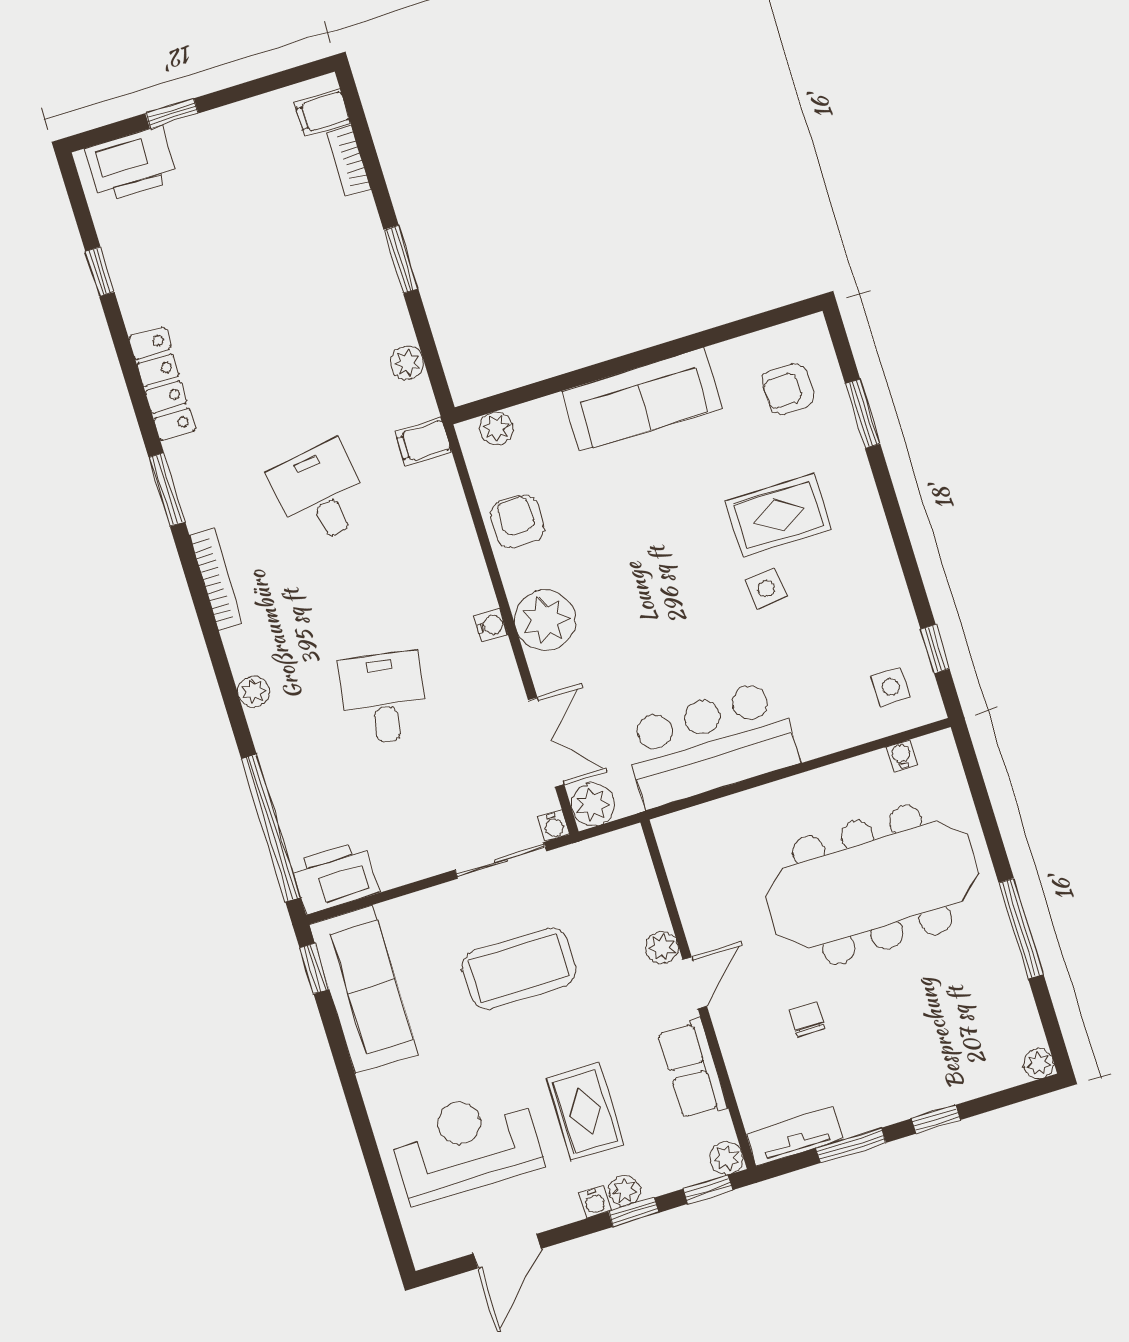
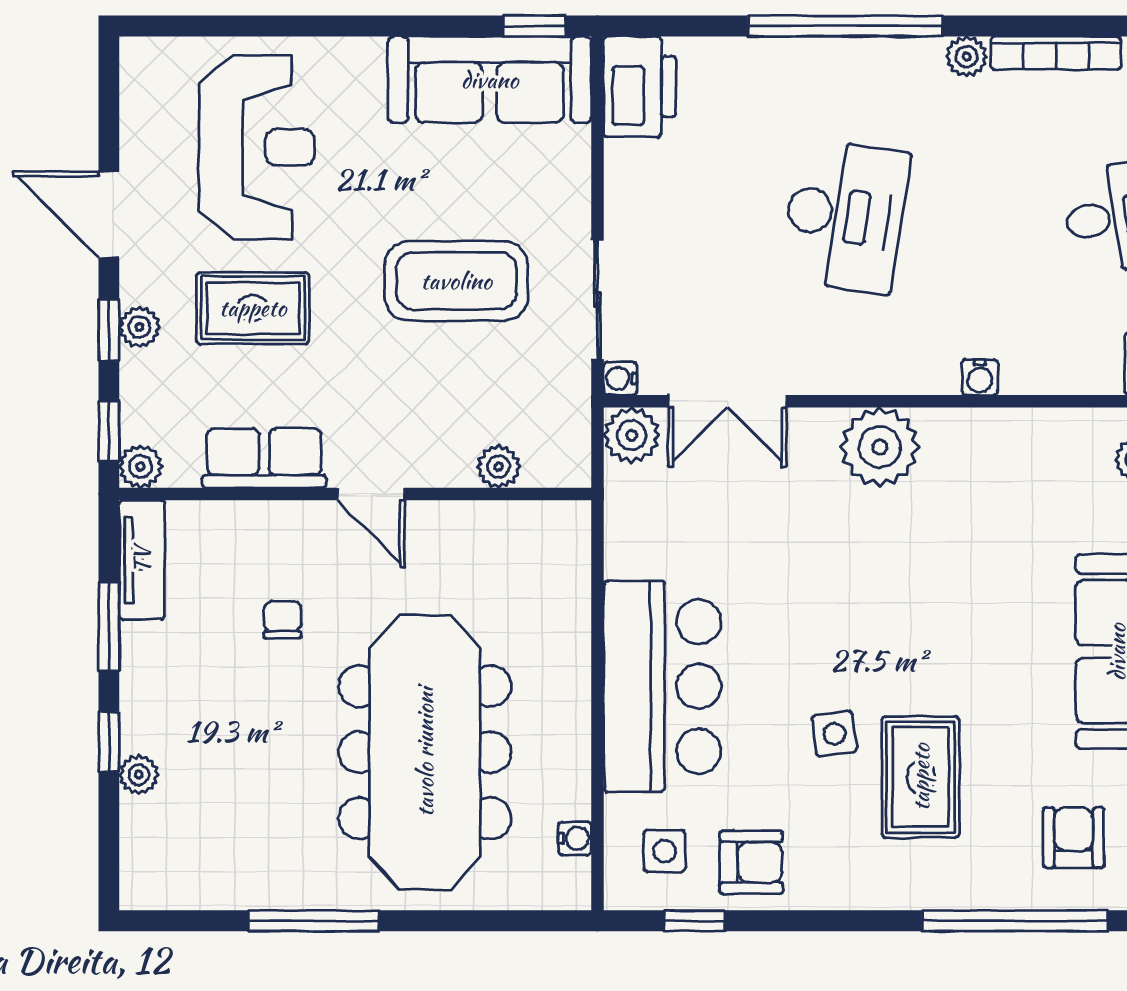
window: (863, 414) -> (1015, 921), width x2.11
armchair: (517, 522) -> (751, 862), moved
water cooler: (491, 625) -> (980, 377), moved
plant: (254, 691) -> (967, 57), moved
desk: (383, 698) -> (845, 216), width x1.37
bar counter: (710, 744) -> (662, 686), moved
window: (271, 828) -> (845, 26), moved
plant: (662, 948) -> (499, 467), moved
coffee table: (519, 968) -> (456, 281), turned 90
chair: (807, 1019) -> (282, 620), turned -90
plant: (1039, 1064) -> (139, 775), moved
water cooler: (594, 1202) -> (137, 285), removed
door: (507, 1251) -> (109, 215), moved

